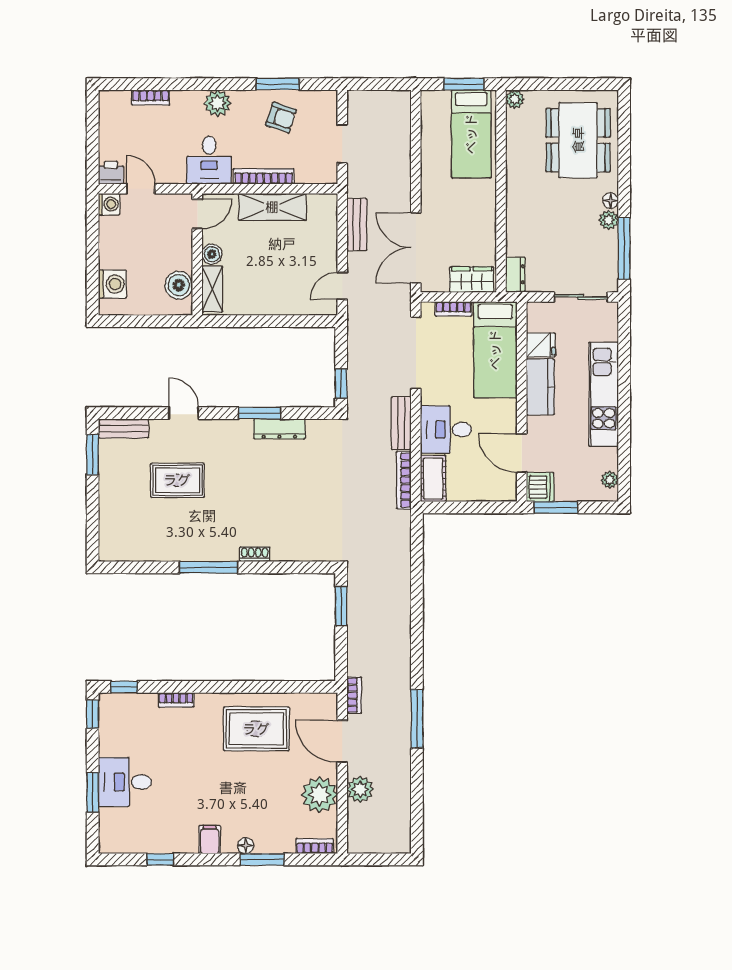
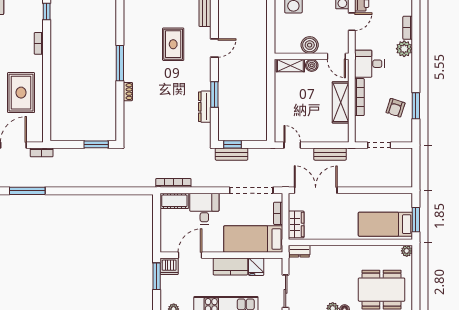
plant: (218, 103) -> (404, 49), moved
boiler: (179, 285) -> (310, 45), moved
bench: (401, 423) -> (232, 154), moved

